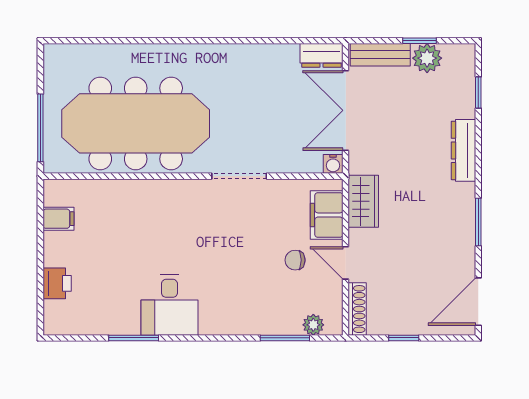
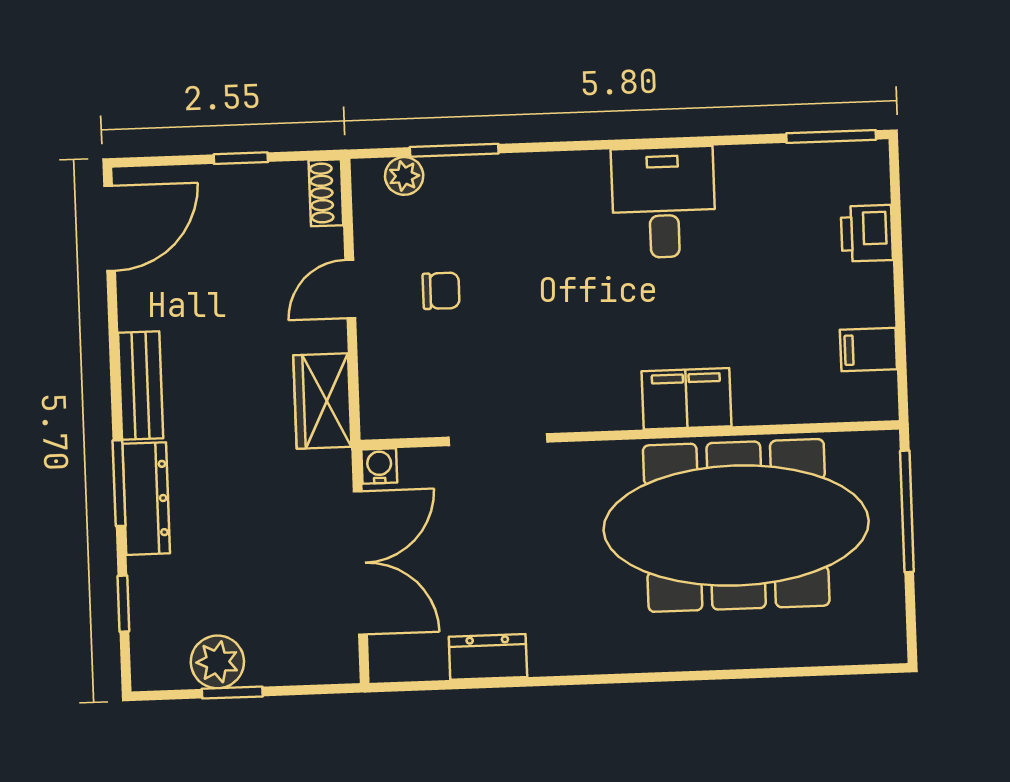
dresser: (322, 55) -> (488, 657), moved
bench: (380, 55) -> (141, 386), moved, turned 90
doorway: (239, 176) -> (498, 440), moved
filing cabinet: (327, 215) -> (687, 399), moved, turned -90
window: (478, 222) -> (119, 483), moved
door: (346, 263) -> (350, 289), swing flipped
shoe rack: (357, 309) -> (326, 193), width x0.70
window: (134, 338) -> (831, 136), moved

